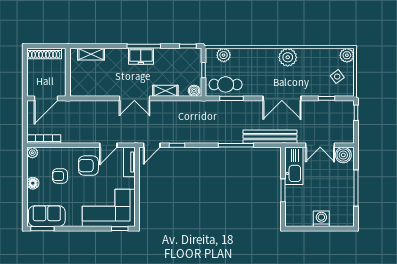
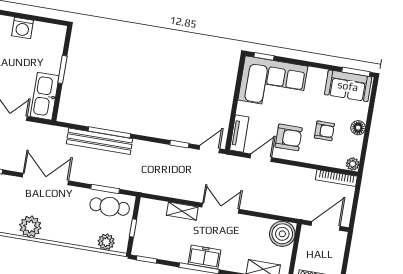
boiler: (194, 91) -> (282, 234), moved, width x1.86, depth x1.86
bench: (270, 137) -> (100, 141), moved

